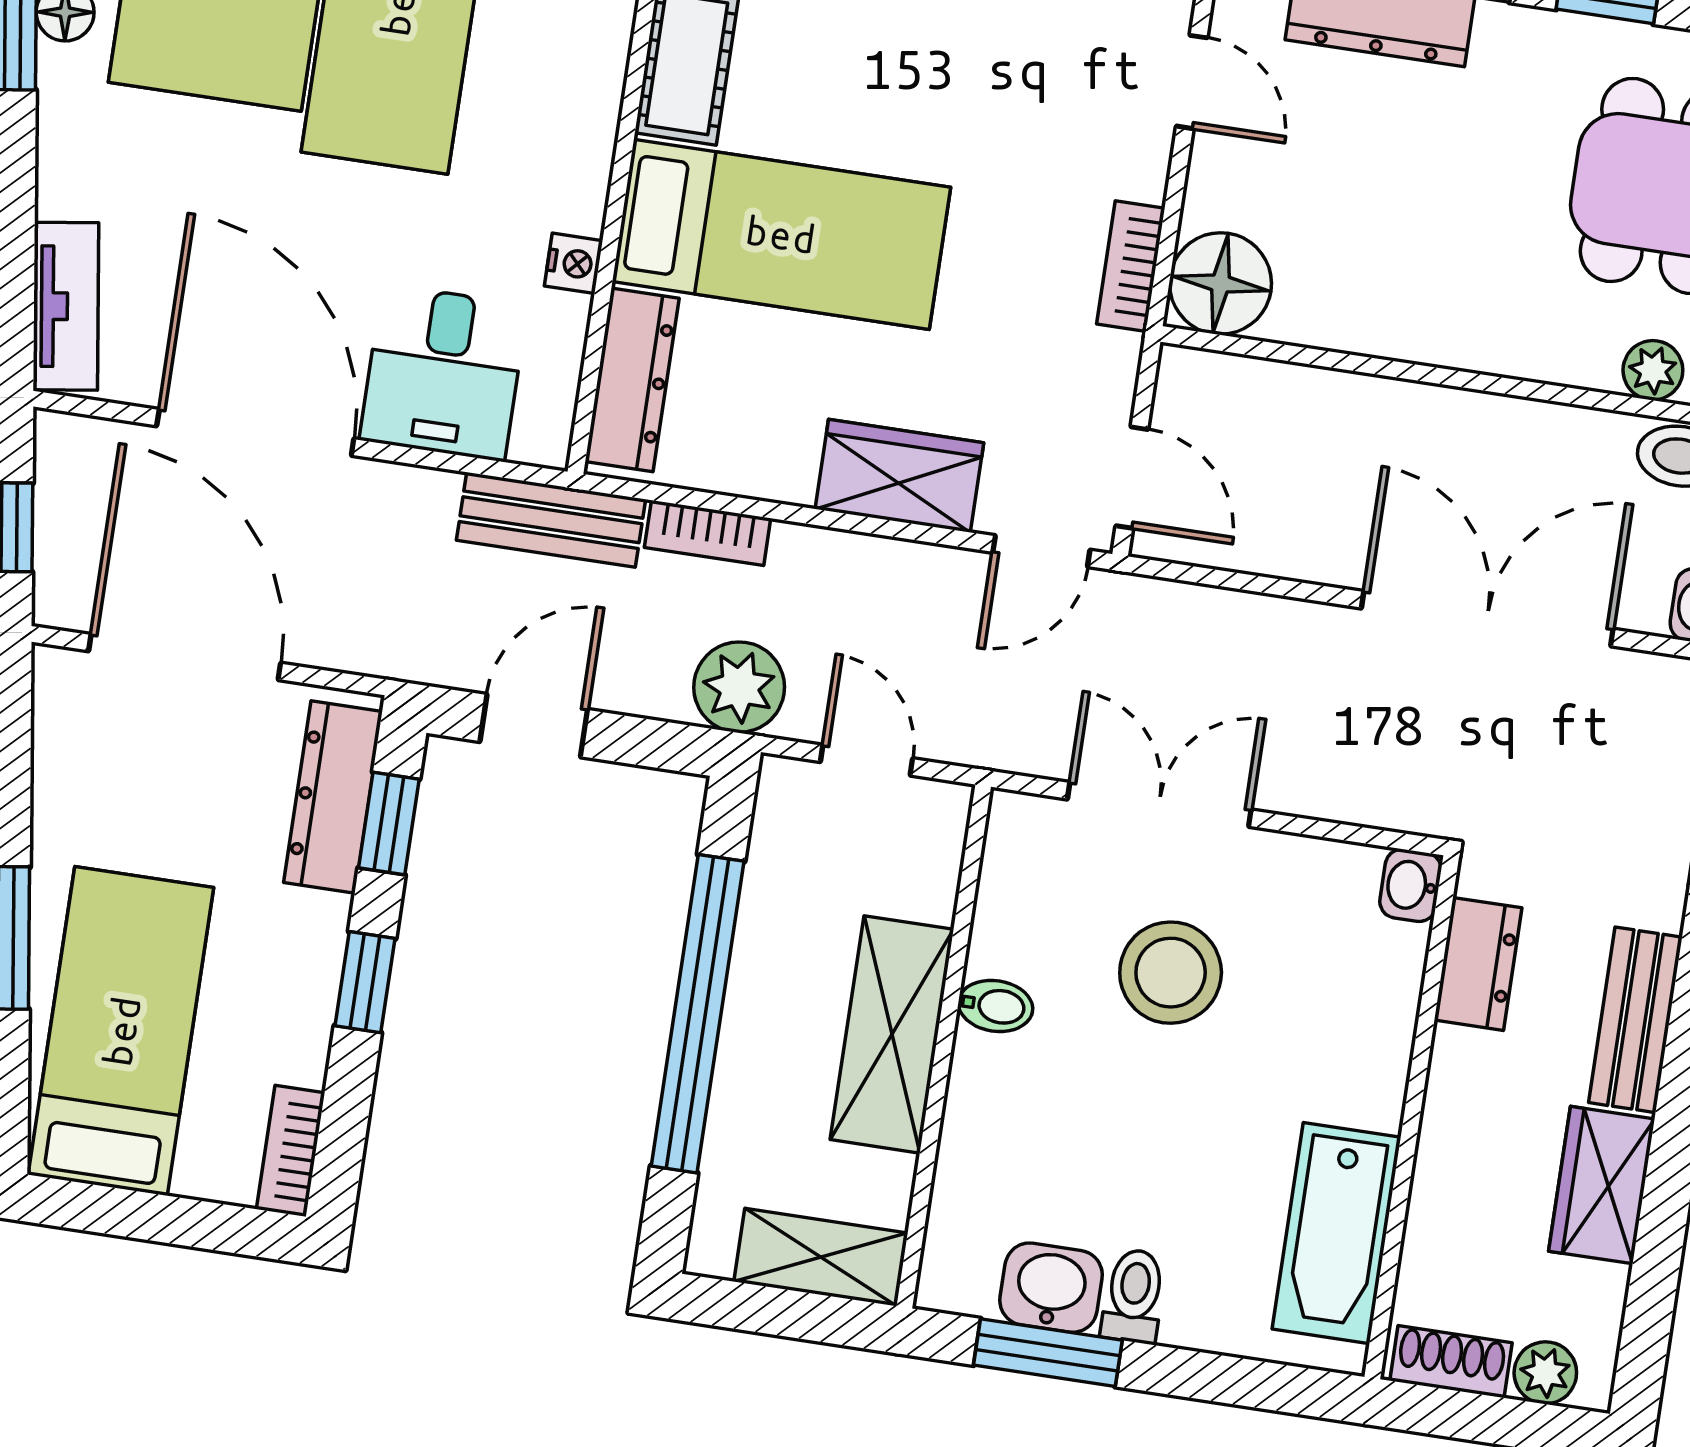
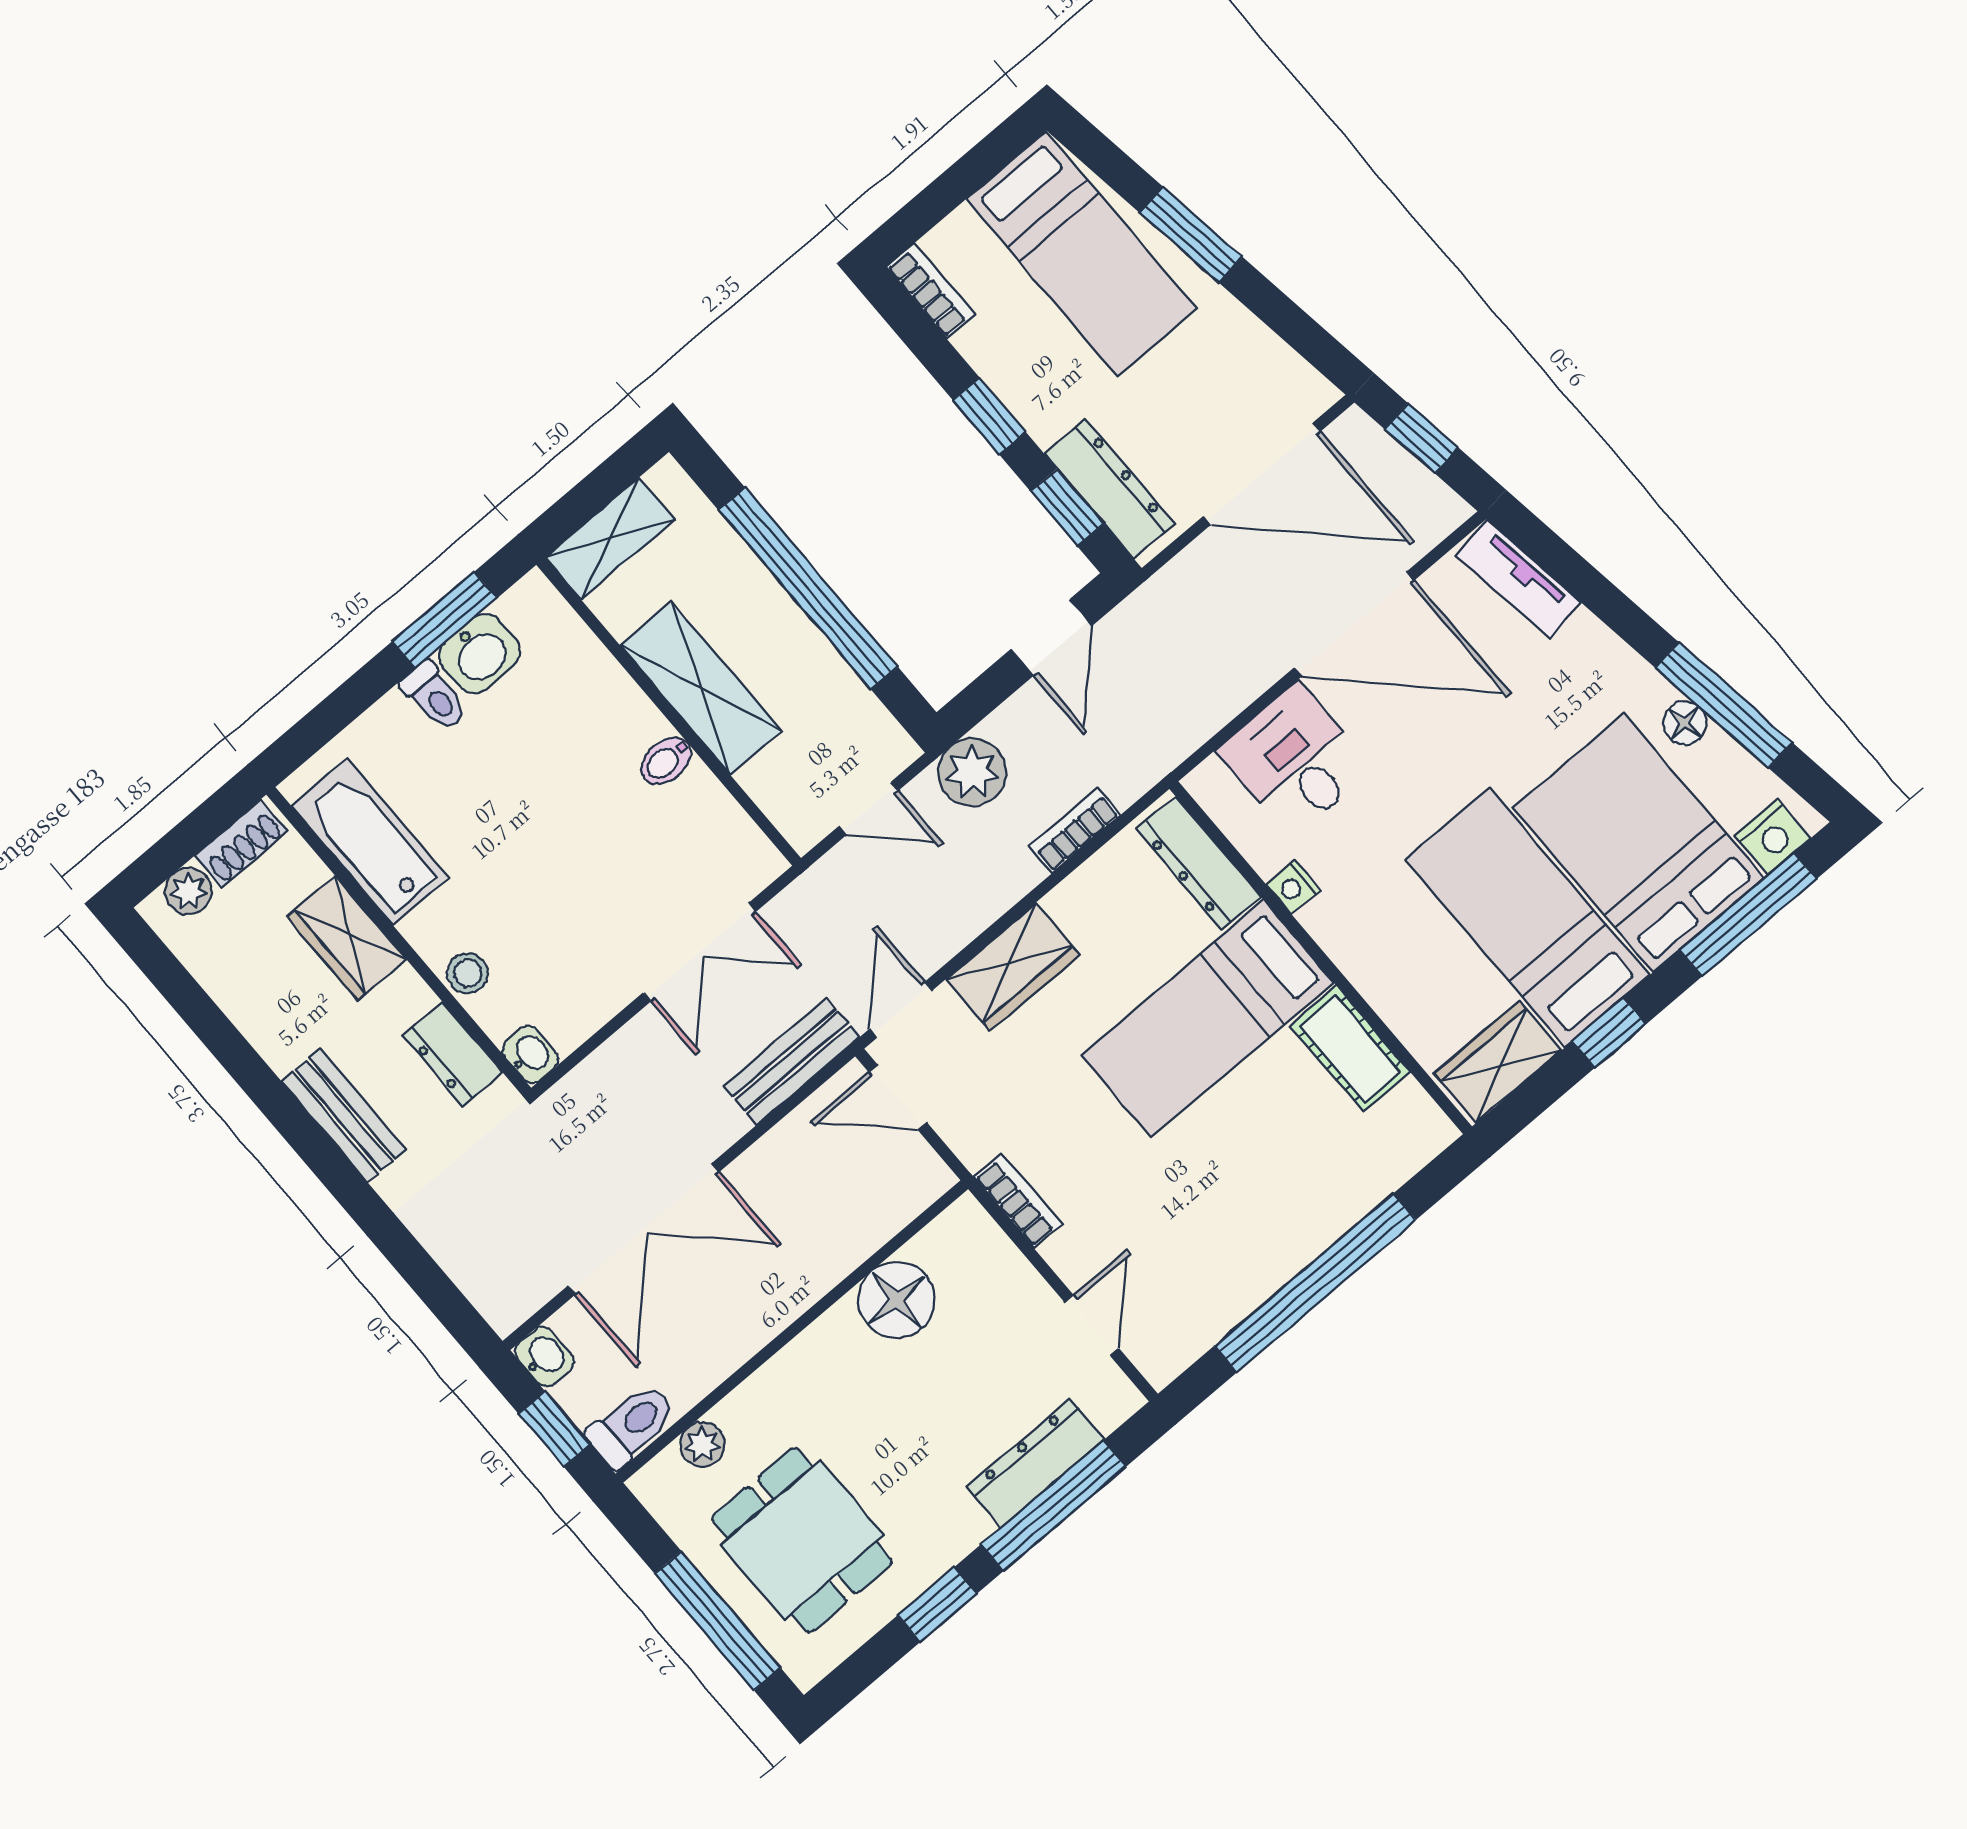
door: (1192, 82) -> (1092, 1325), swing flipped
floor lamp: (1221, 284) -> (897, 1300), moved
bench: (551, 520) -> (791, 1061), moved
stool: (1171, 973) -> (468, 973), moved, width x0.53, depth x0.53
wardrobe: (1602, 1185) -> (346, 938), moved, turned 180

